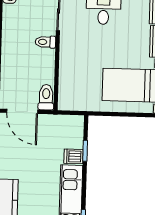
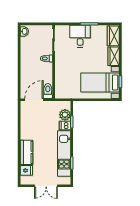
door: (22, 111) -> (34, 100), swing flipped
plant: (74, 138) -> (65, 115), added

